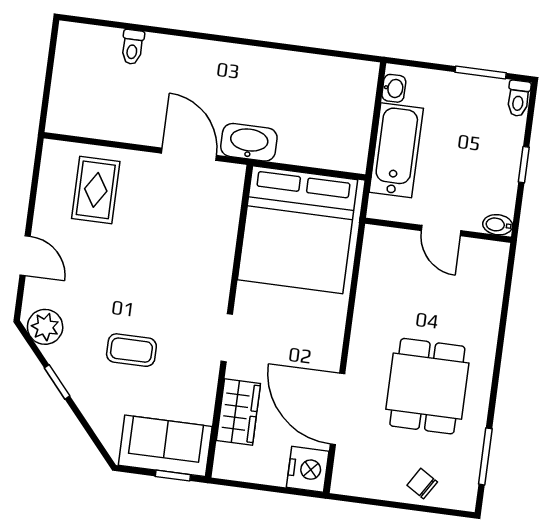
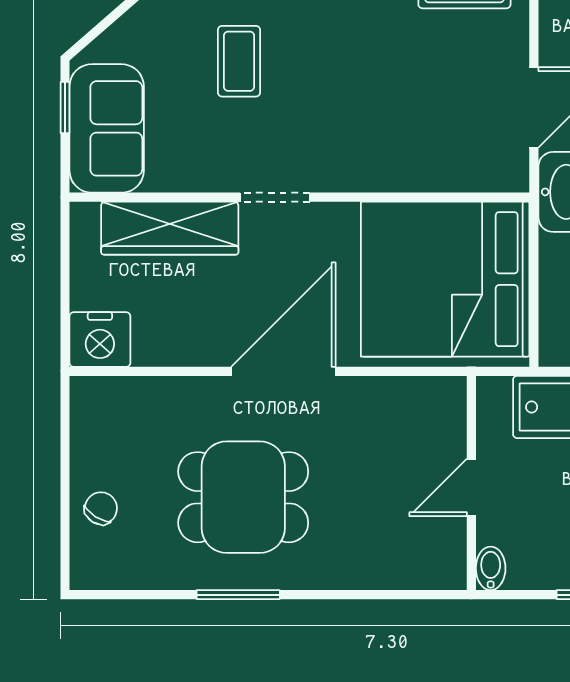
door: (338, 409) -> (283, 371), moved
wardrobe: (238, 412) -> (170, 228), width x1.50
window: (485, 456) -> (238, 595), moved
window: (173, 476) -> (65, 108), moved

